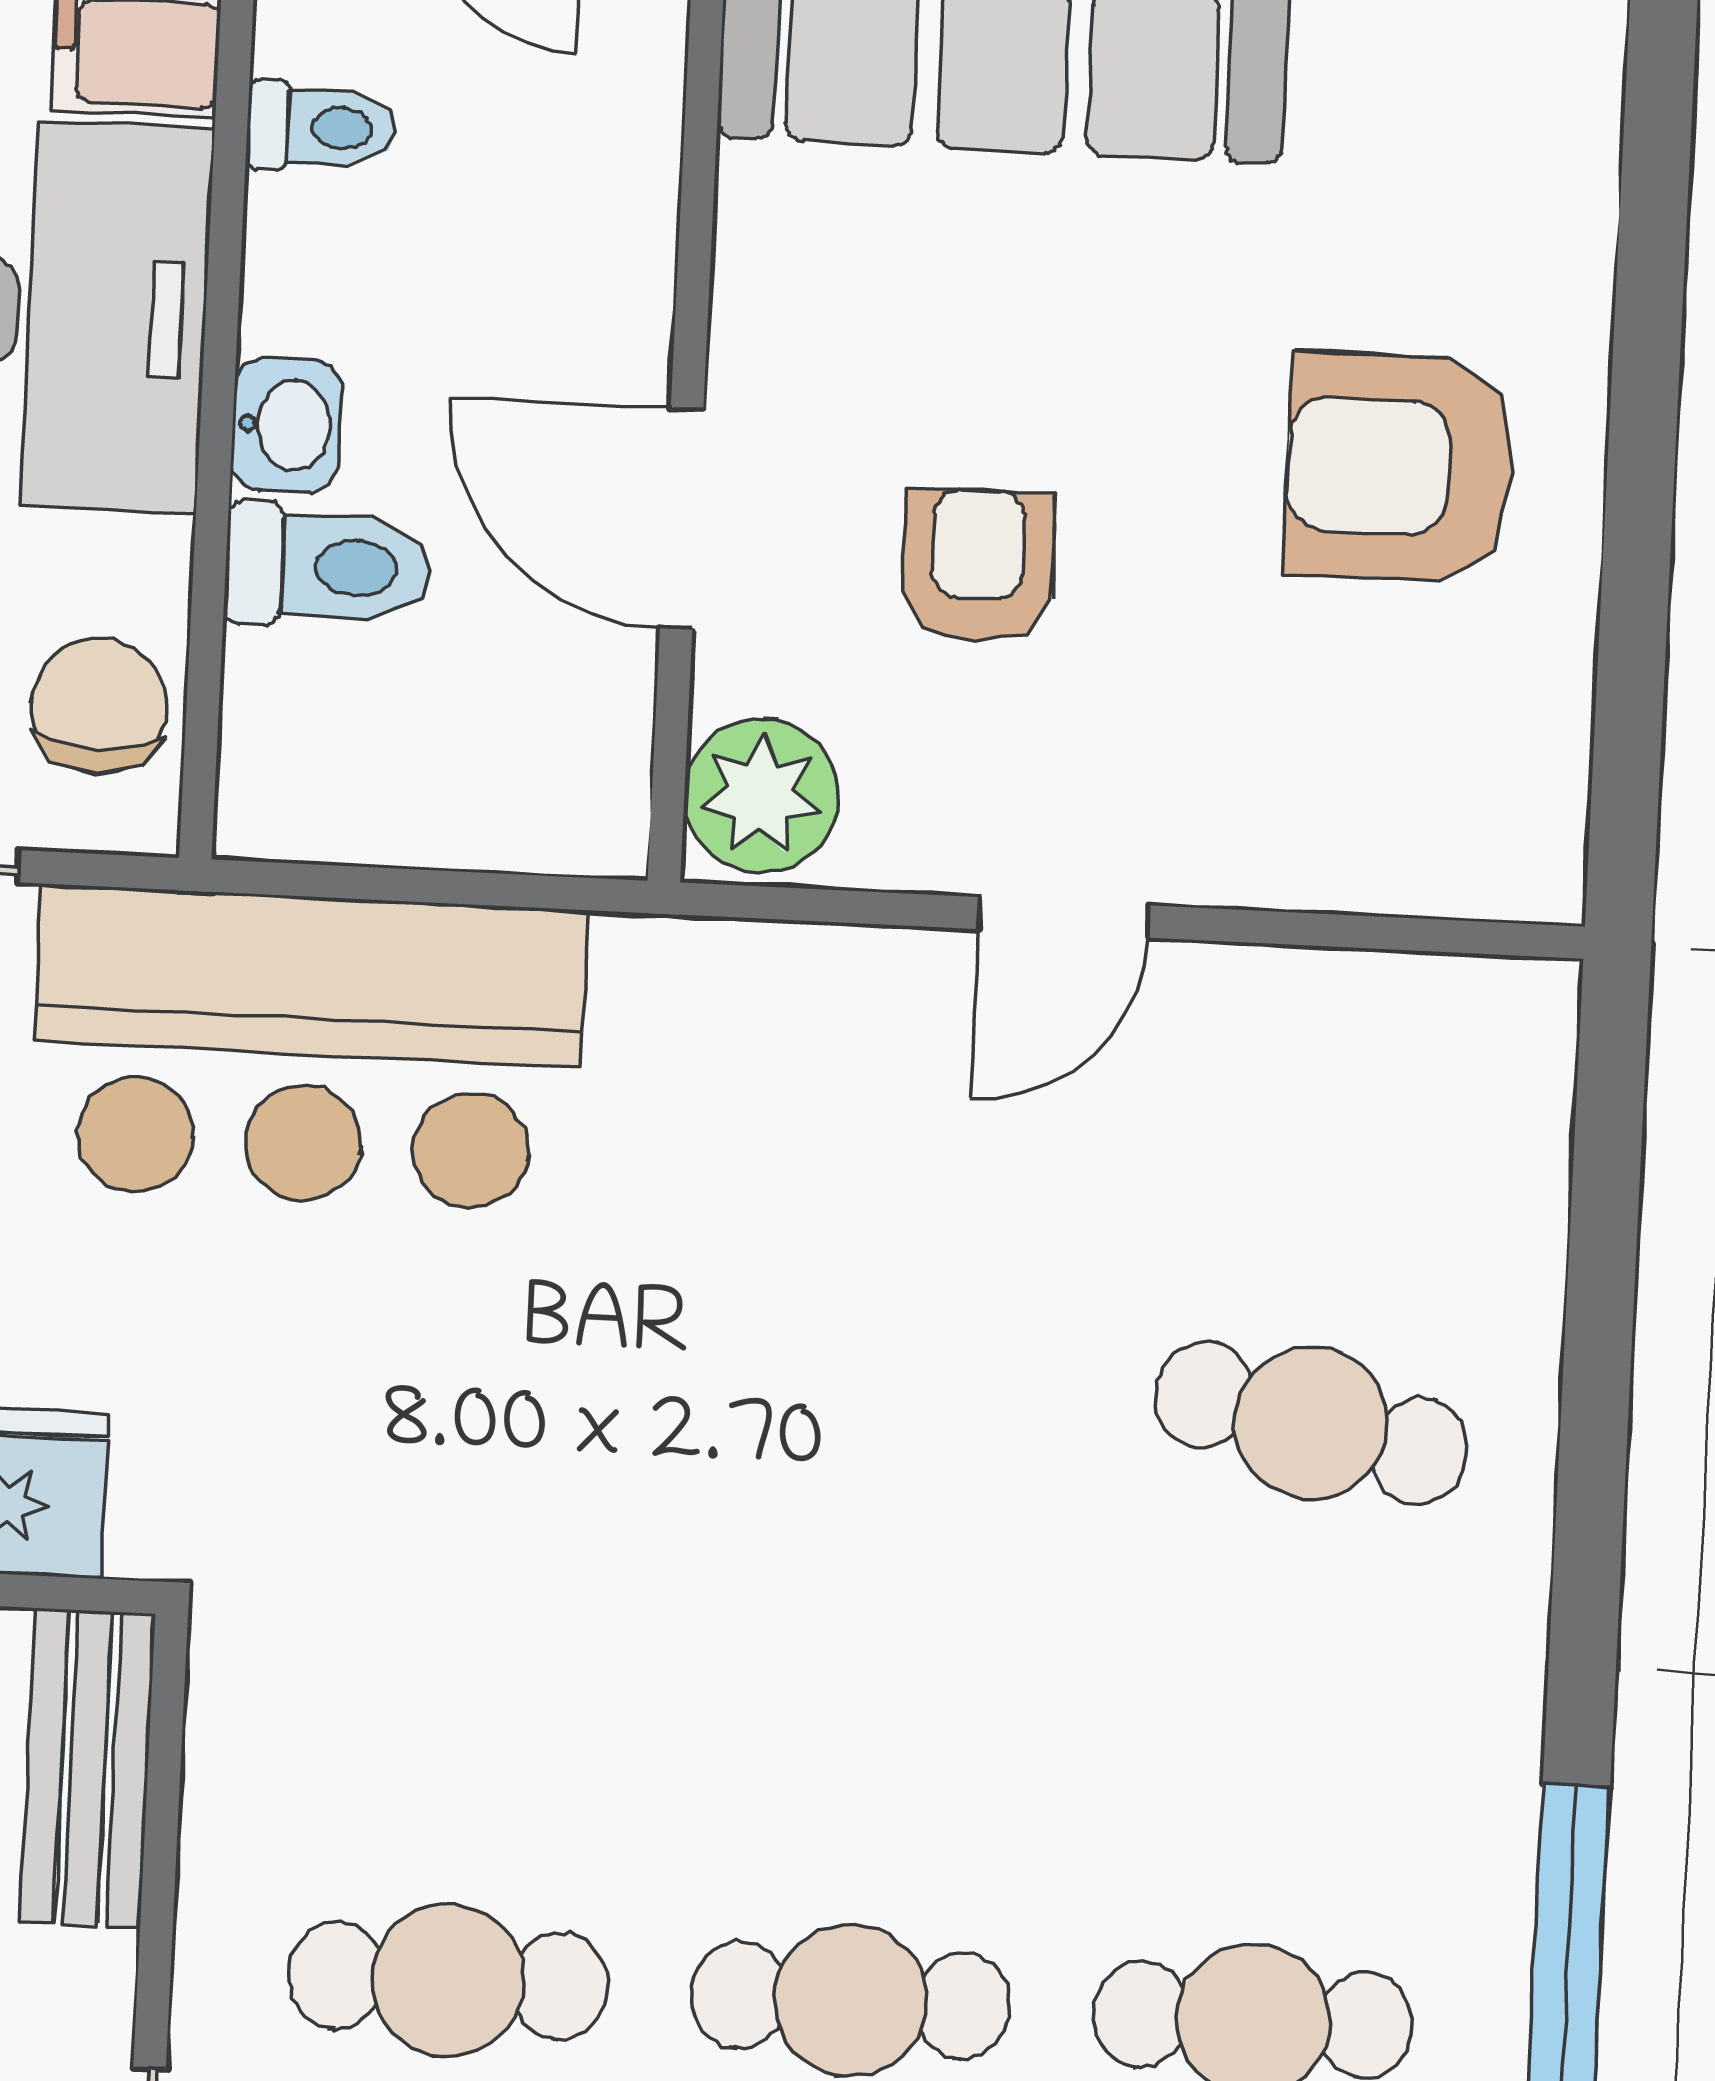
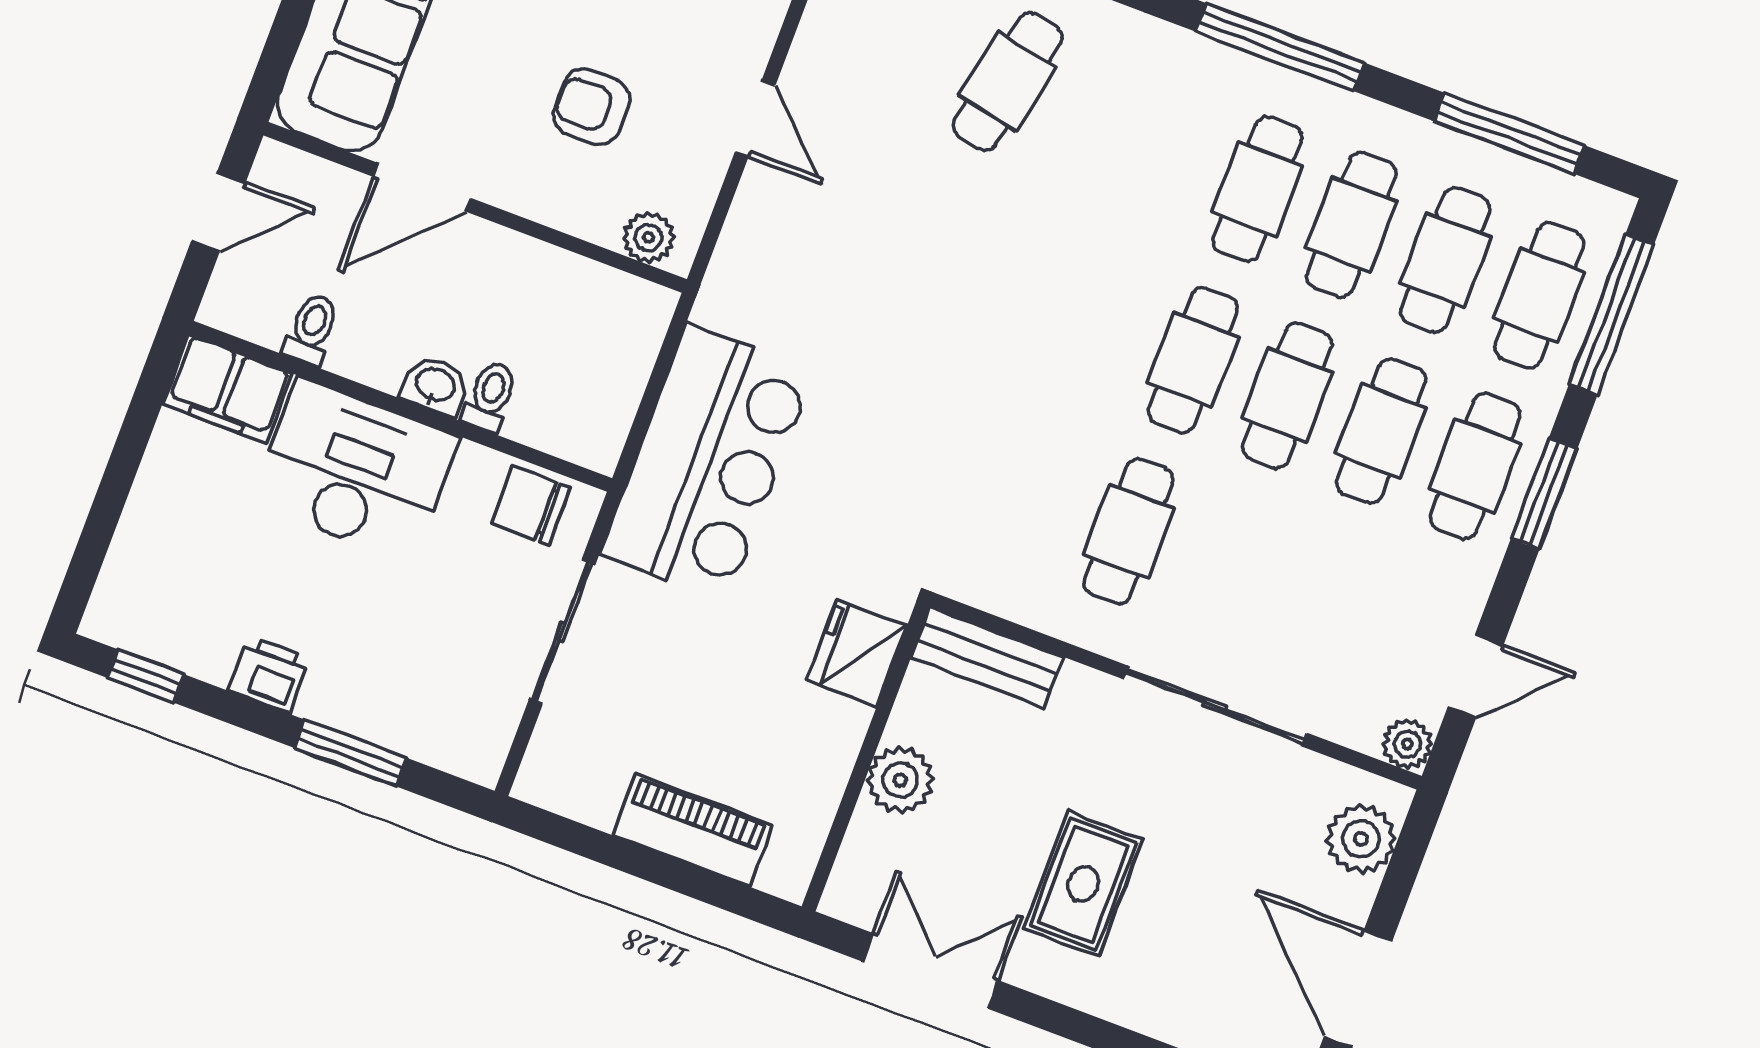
door: (682, 519) -> (422, 187), moved
toilet: (328, 566) -> (490, 397), width x0.73, depth x0.72
plant: (761, 796) -> (648, 238), width x0.73, depth x0.73

